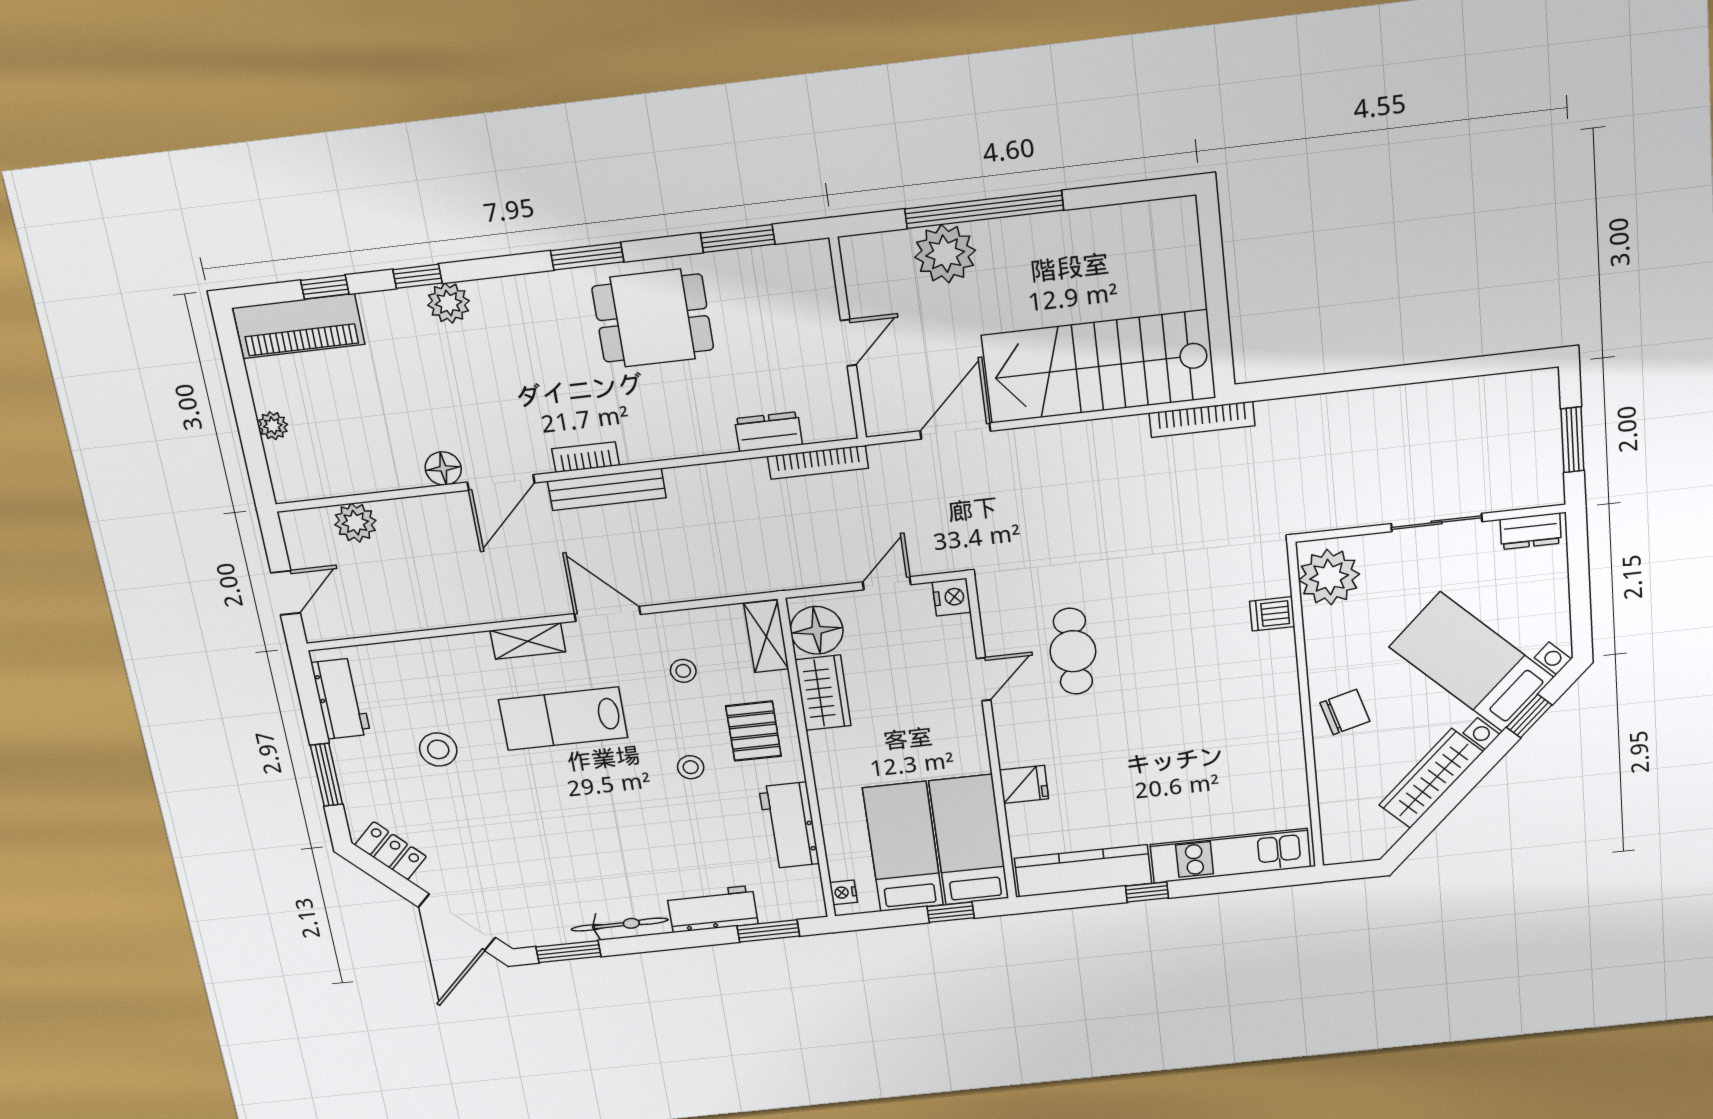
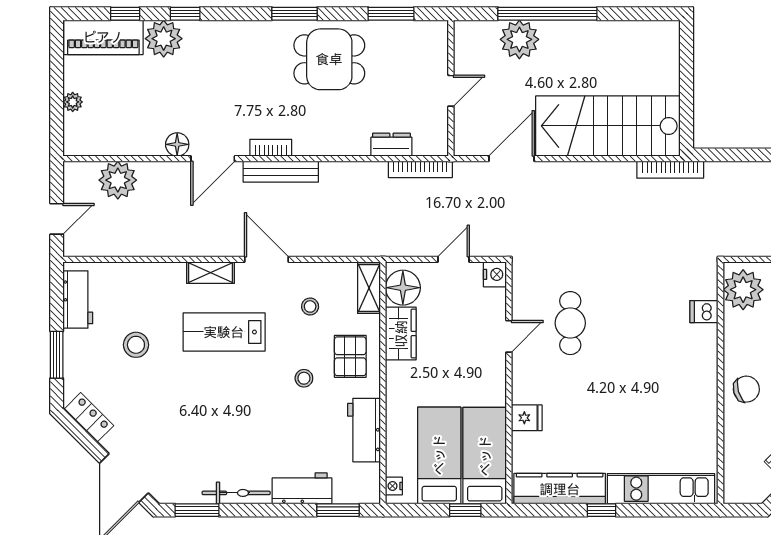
plant: (449, 303) -> (164, 39), moved, width x1.36, depth x1.36
plant: (355, 523) -> (118, 180), width x1.36, depth x1.36

